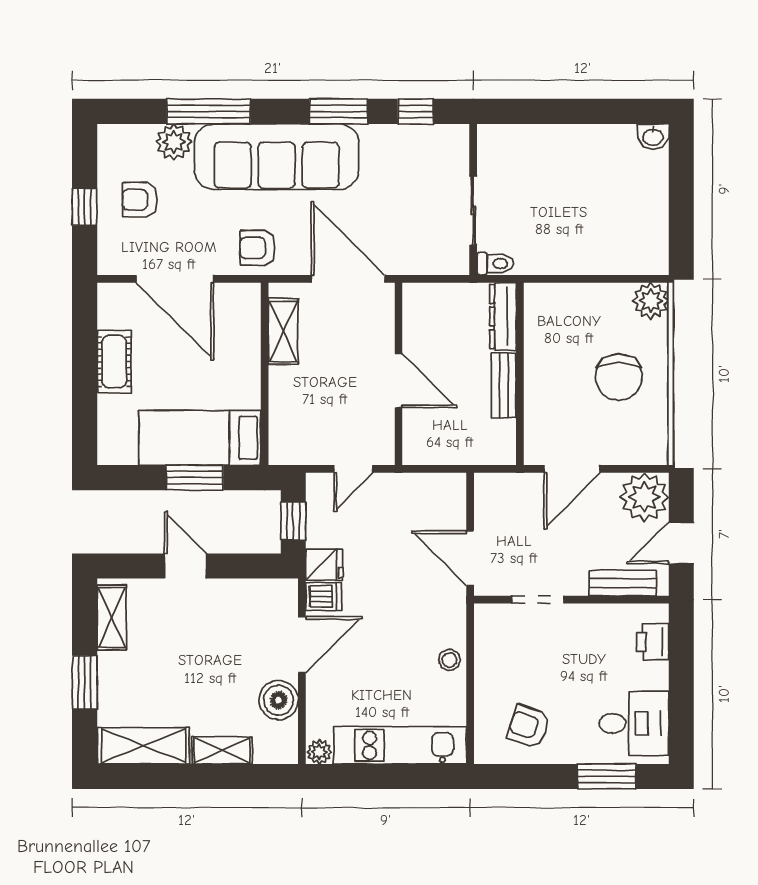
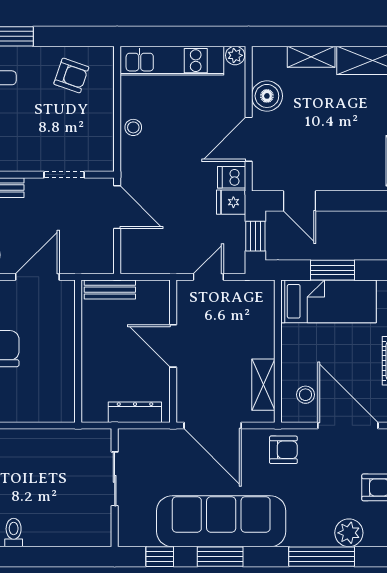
sofa: (277, 157) -> (221, 521), moved
toilet: (495, 264) -> (14, 532), moved, turned 90
dresser: (503, 317) -> (135, 412), moved, turned -90
stool: (229, 318) -> (305, 395), added
bench: (504, 385) -> (110, 290), moved, turned 90
door: (185, 566) -> (300, 201), moved

